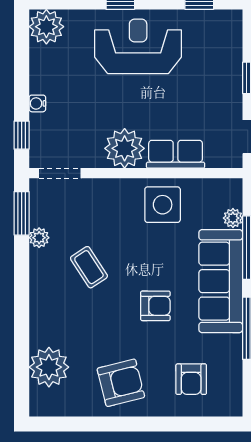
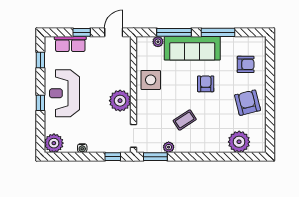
water cooler: (37, 103) -> (82, 148), moved
row of seats: (176, 154) -> (70, 44), moved, turned -90

